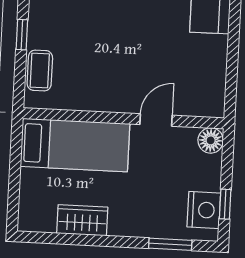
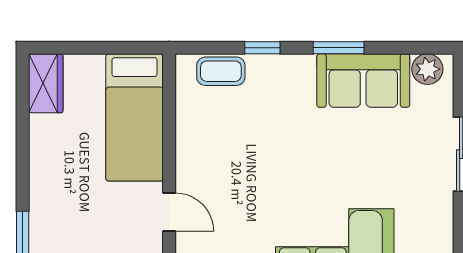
wardrobe: (82, 220) -> (46, 83), moved

